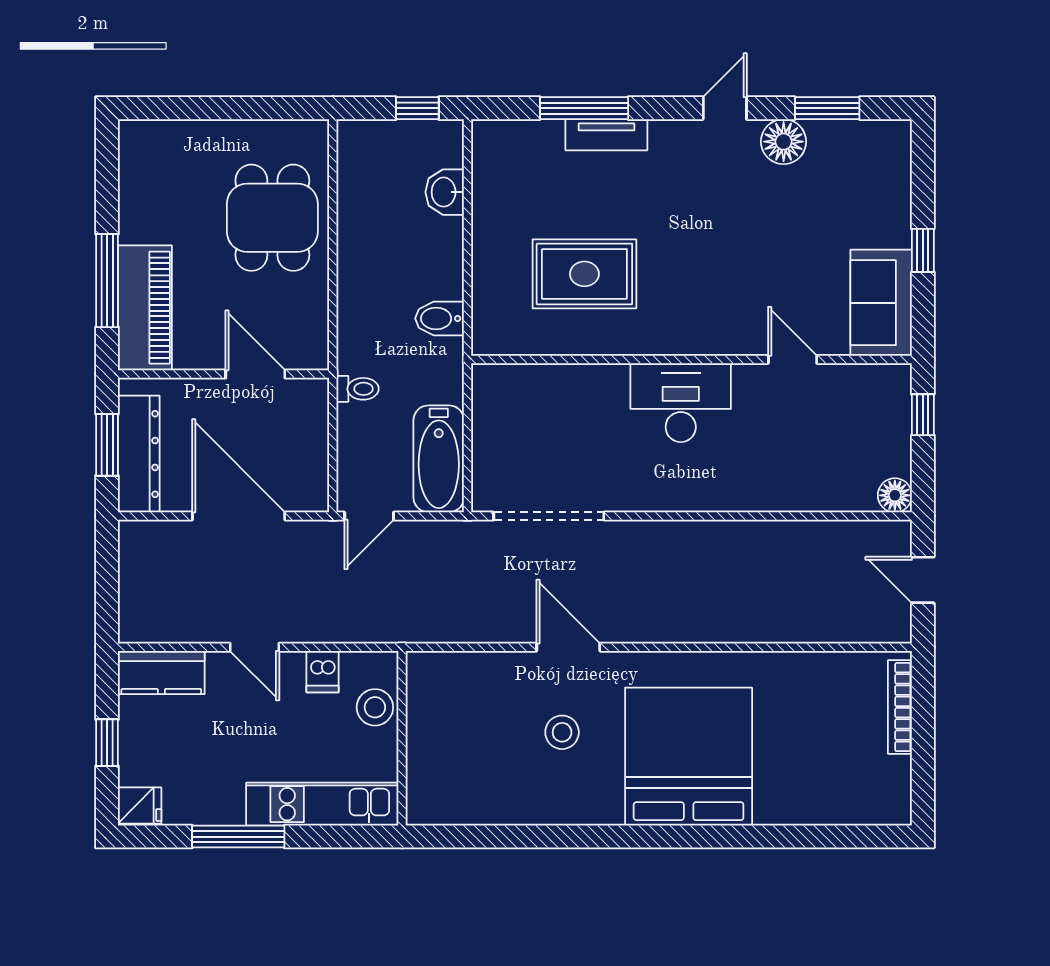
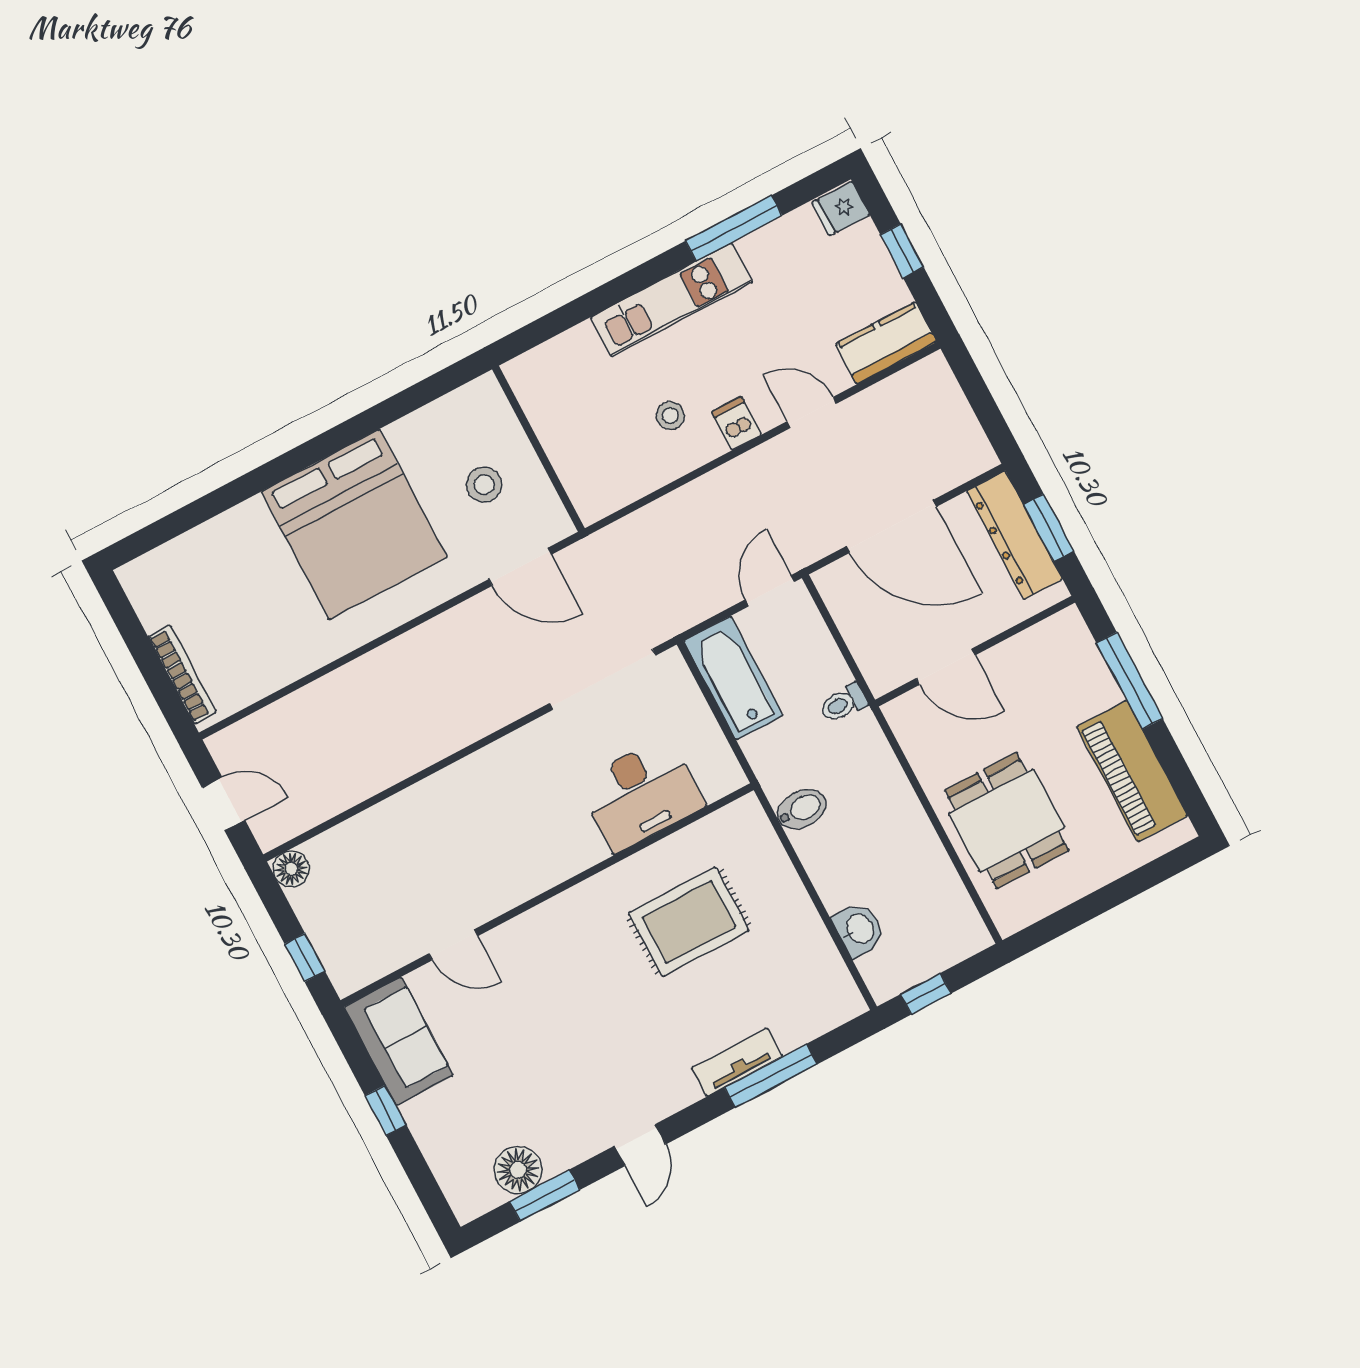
floor lamp: (784, 142) -> (518, 1170), moved
piano: (145, 308) -> (1132, 771), moved
desk: (681, 403) -> (641, 794), moved
stool: (375, 707) -> (670, 416), width x0.73, depth x0.73
wall: (402, 738) -> (538, 449), moved

